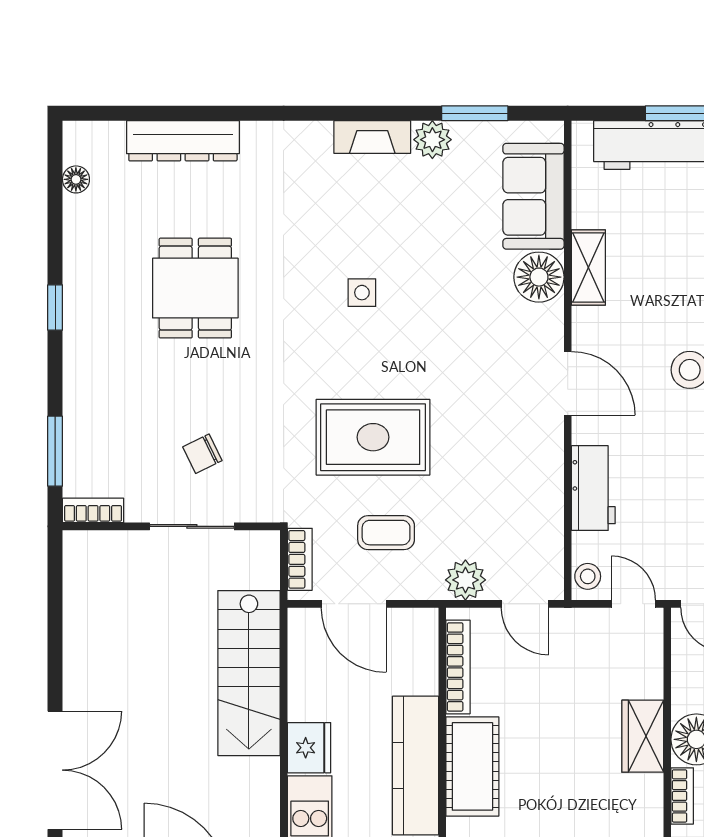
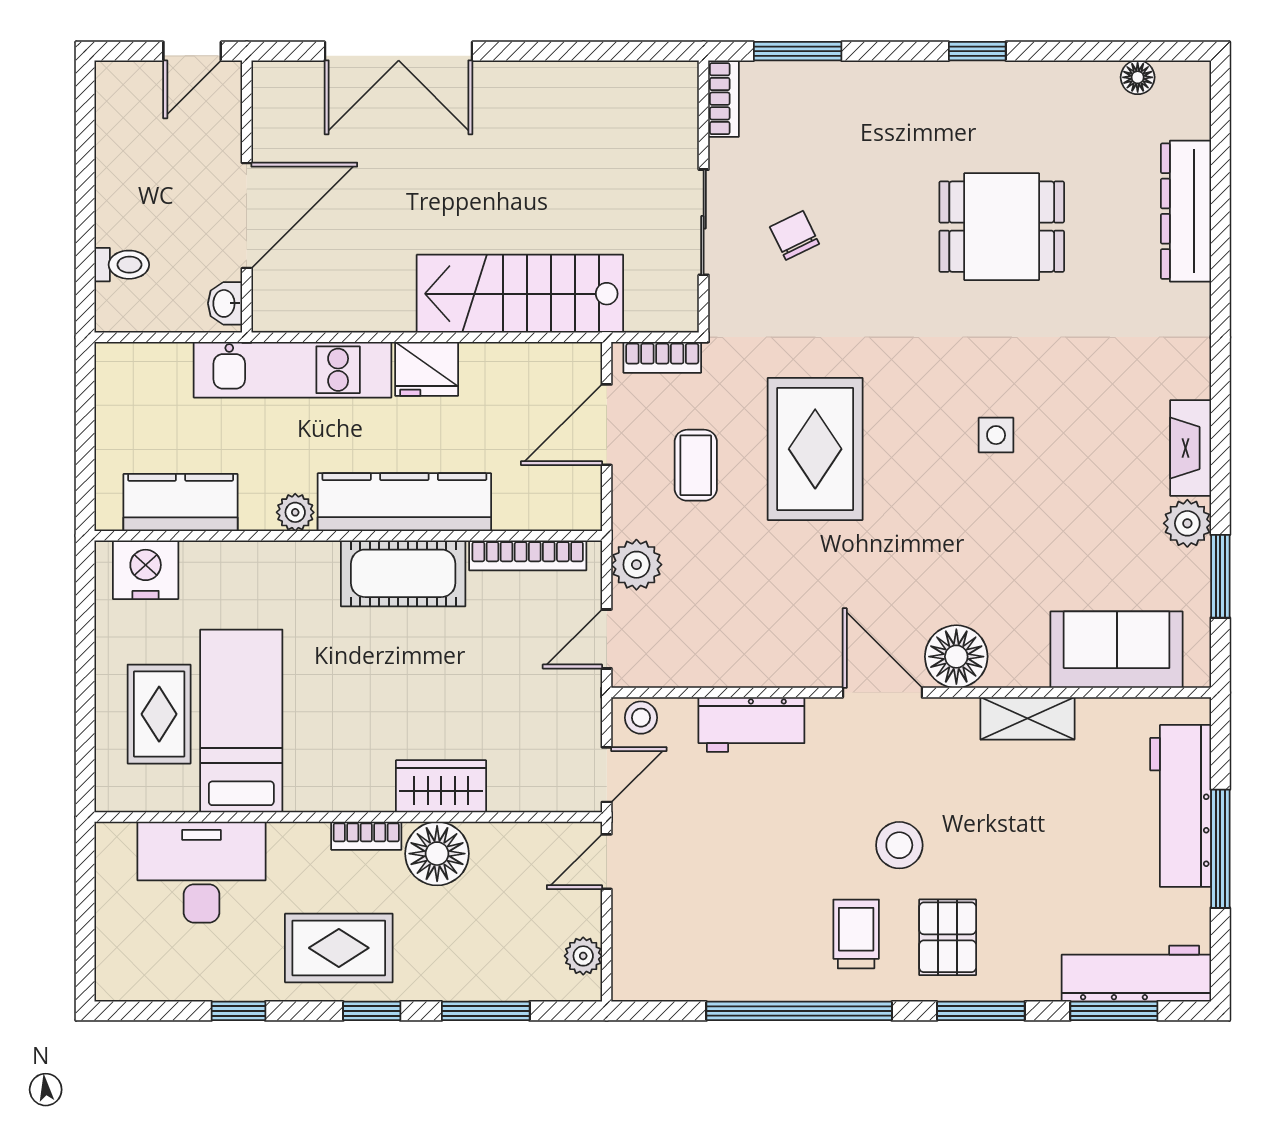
floor lamp: (539, 277) -> (956, 657), moved
door: (568, 383) -> (882, 693), swing flipped

